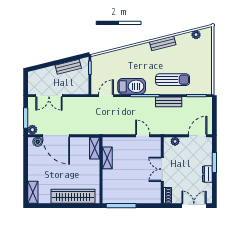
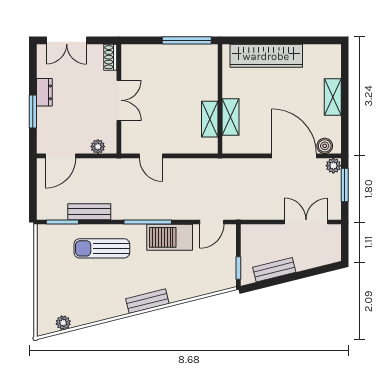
bench: (163, 43) -> (147, 301), moved
bench: (169, 102) -> (89, 212), moved
shelving: (95, 148) -> (231, 117), moved
shelving: (33, 192) -> (333, 97), moved

